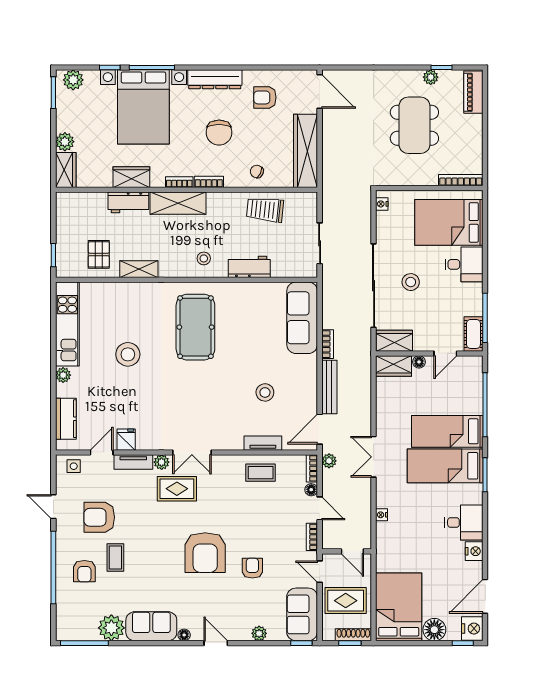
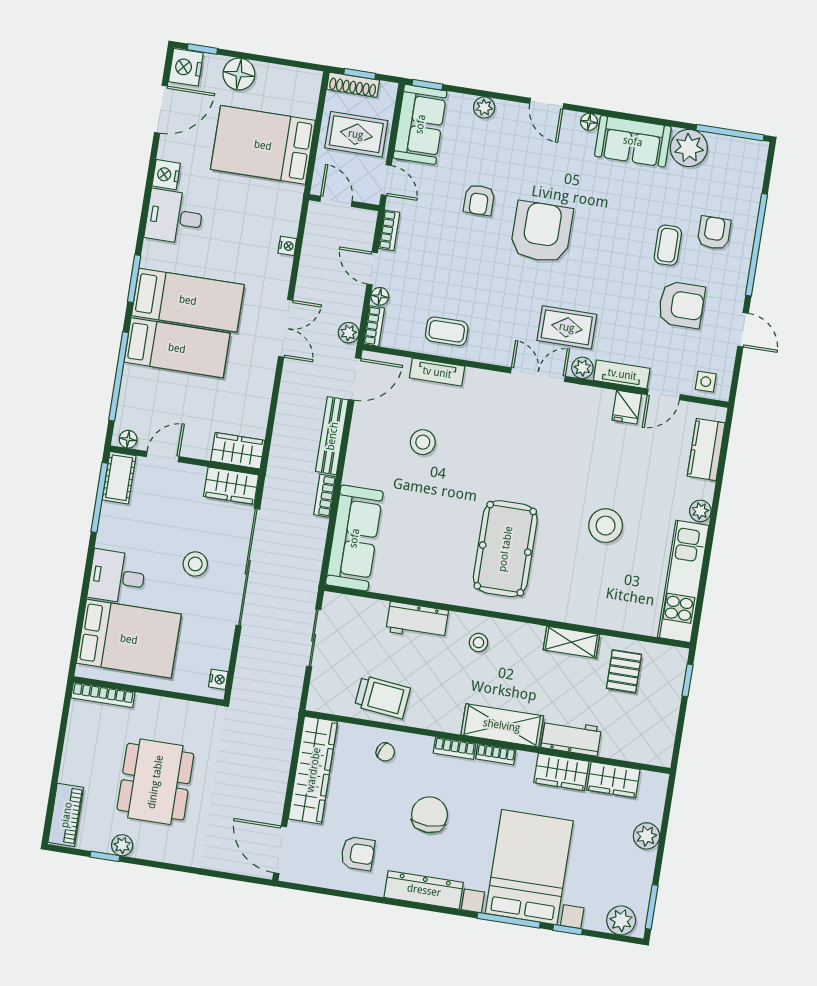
wardrobe: (66, 170) -> (613, 780), moved, turned -90
floor lamp: (419, 362) -> (128, 439), moved
bed: (399, 607) -> (263, 145), moved, turned 90

